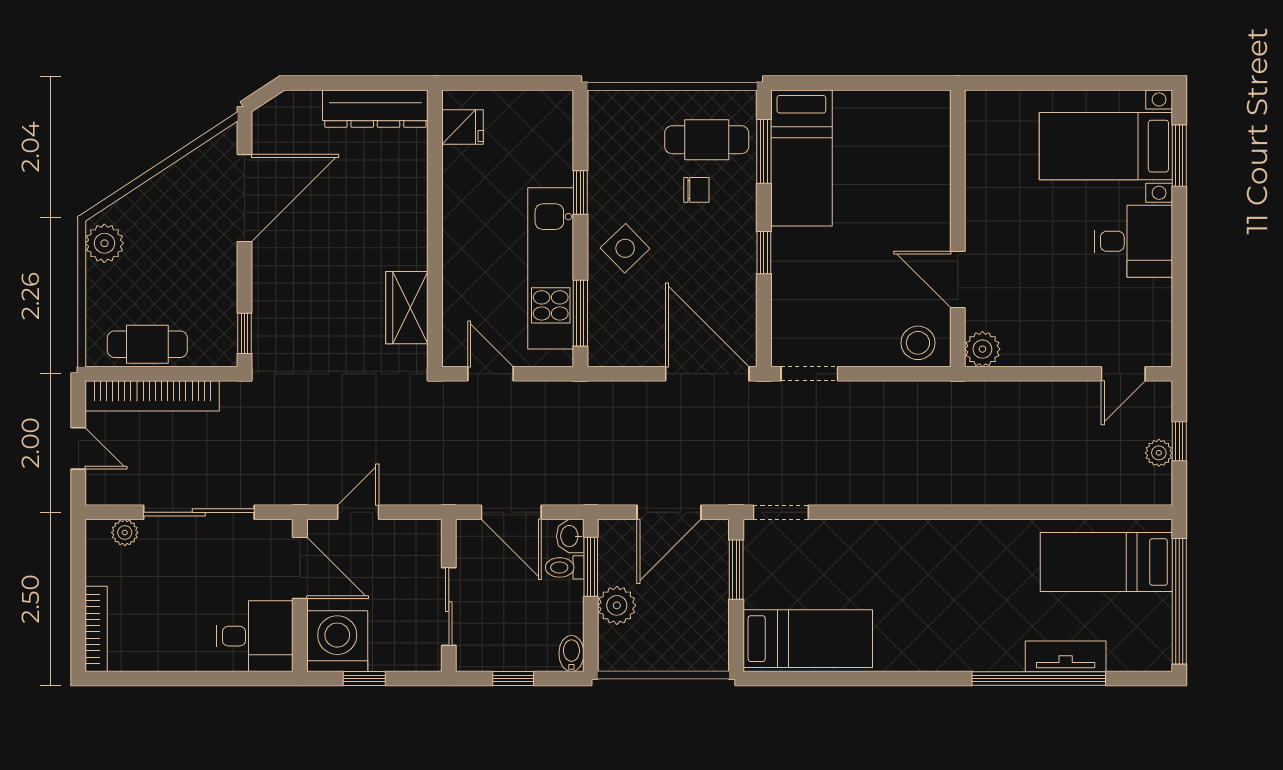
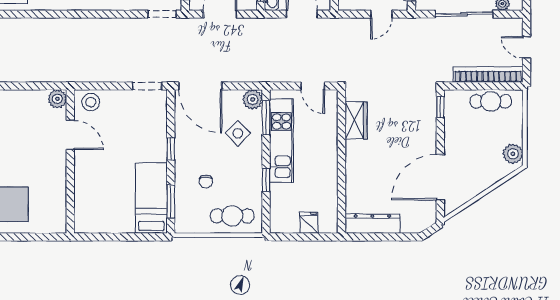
fridge: (462, 127) -> (309, 223), moved, turned 90
cafe table: (707, 140) -> (232, 216), moved
chair: (696, 190) -> (206, 181), turned -90
side table: (625, 248) -> (238, 133), moved
plant: (606, 348) -> (253, 99), added

